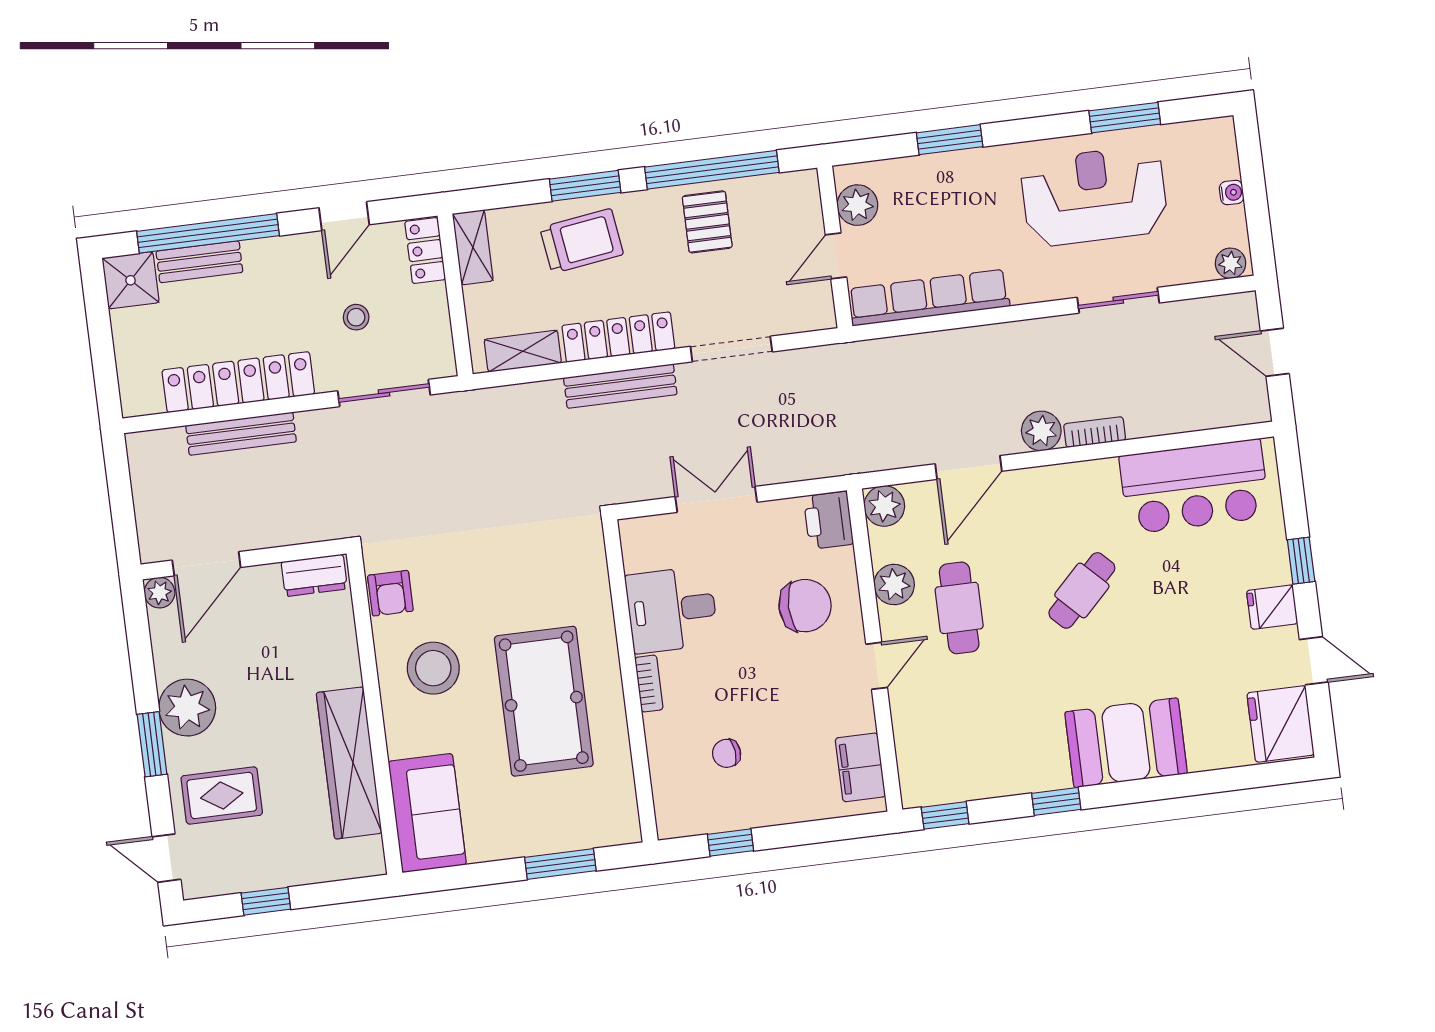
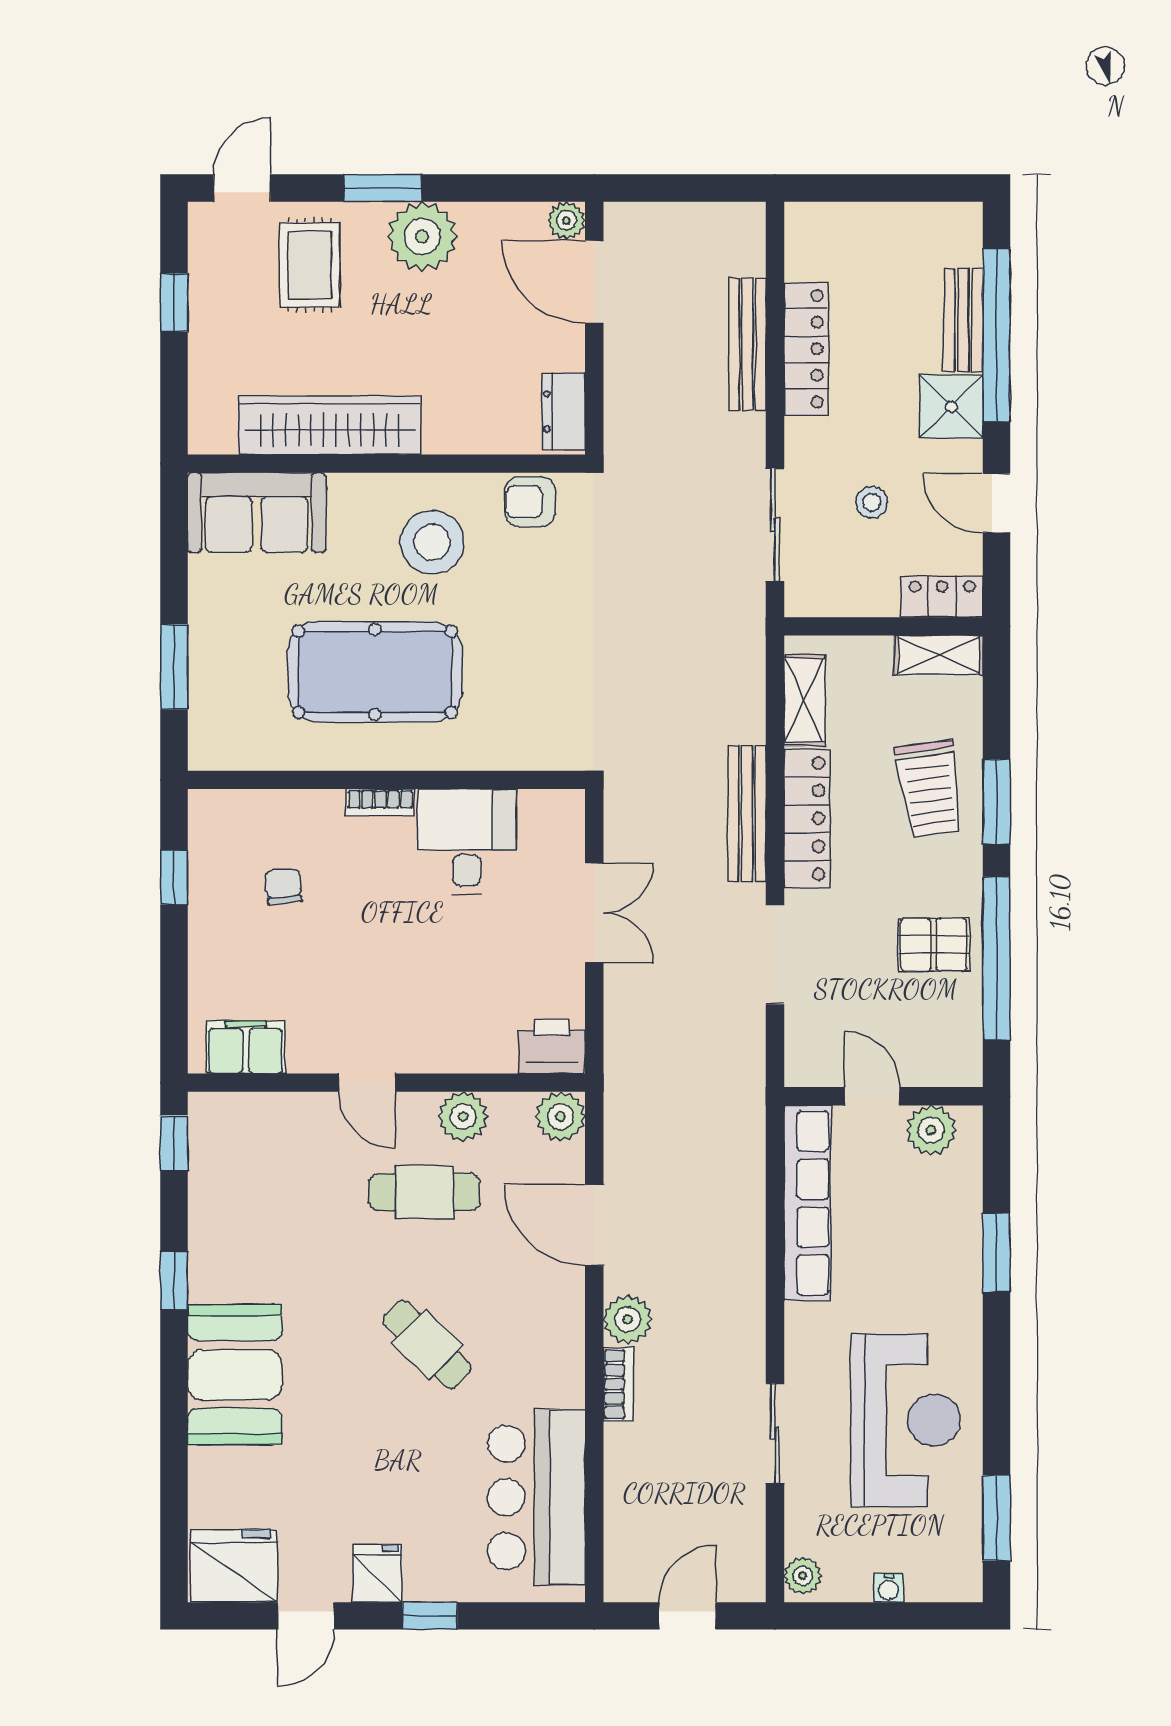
window: (1125, 118) -> (996, 1518), moved
shower: (131, 280) -> (951, 407), moved
locker: (238, 382) -> (806, 349), width x0.71, depth x0.83
chair: (805, 606) -> (451, 1005), removed

